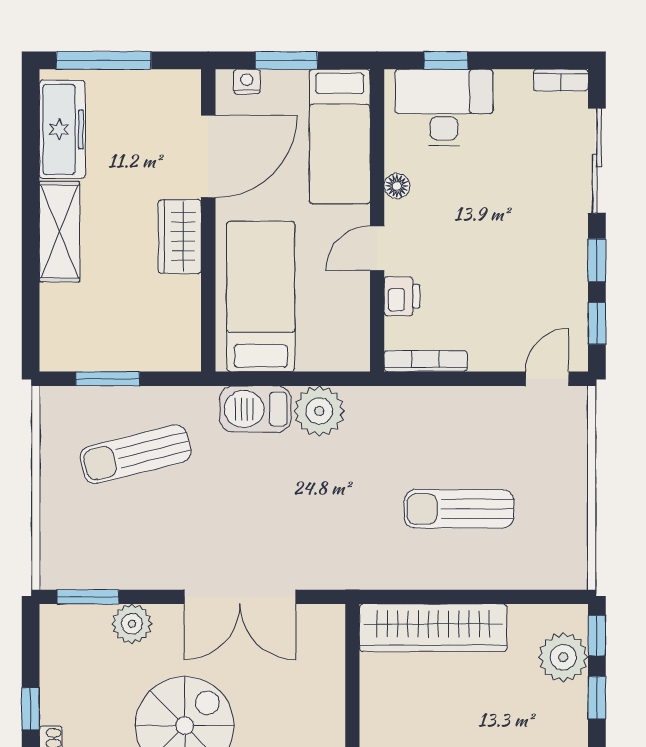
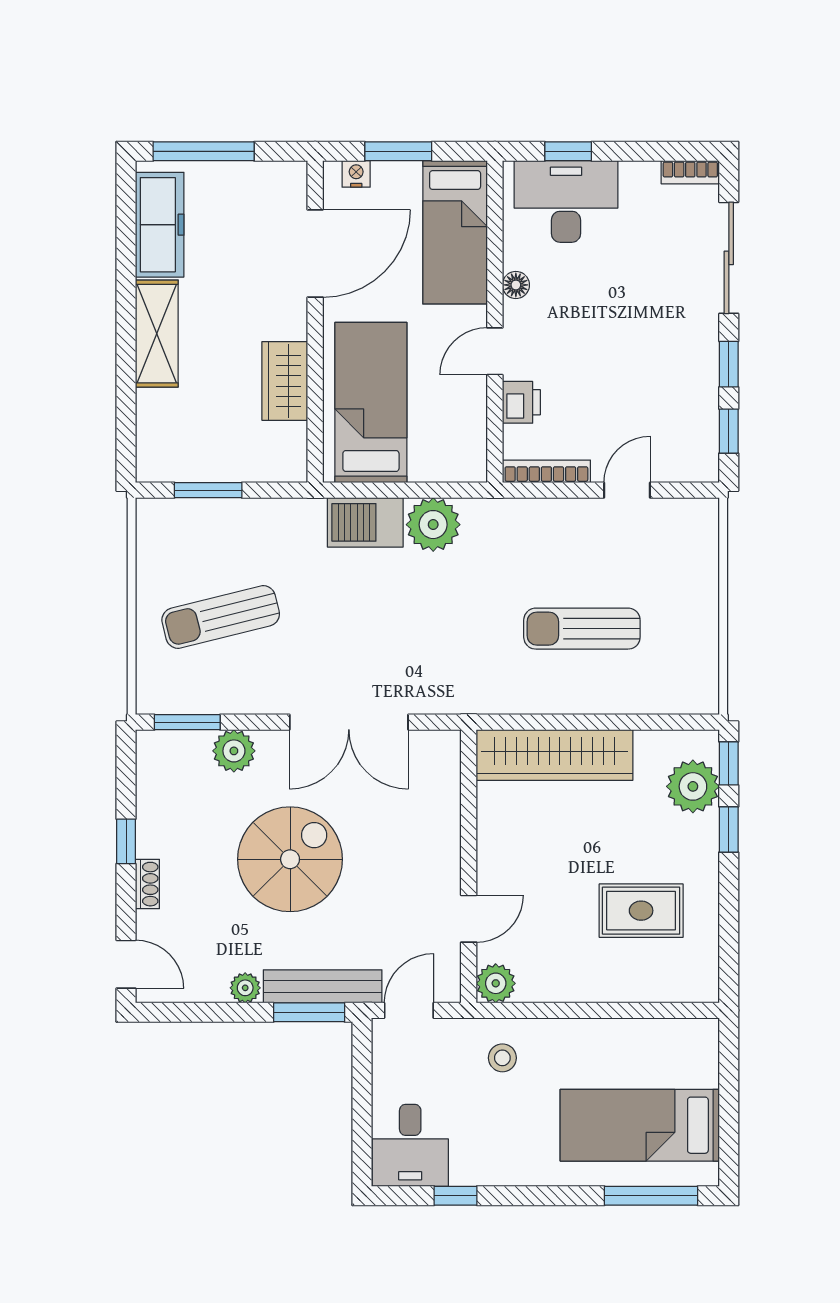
wardrobe: (180, 236) -> (285, 381), moved
door: (547, 379) -> (627, 490), moved
sun lounger: (136, 454) -> (221, 617), moved

